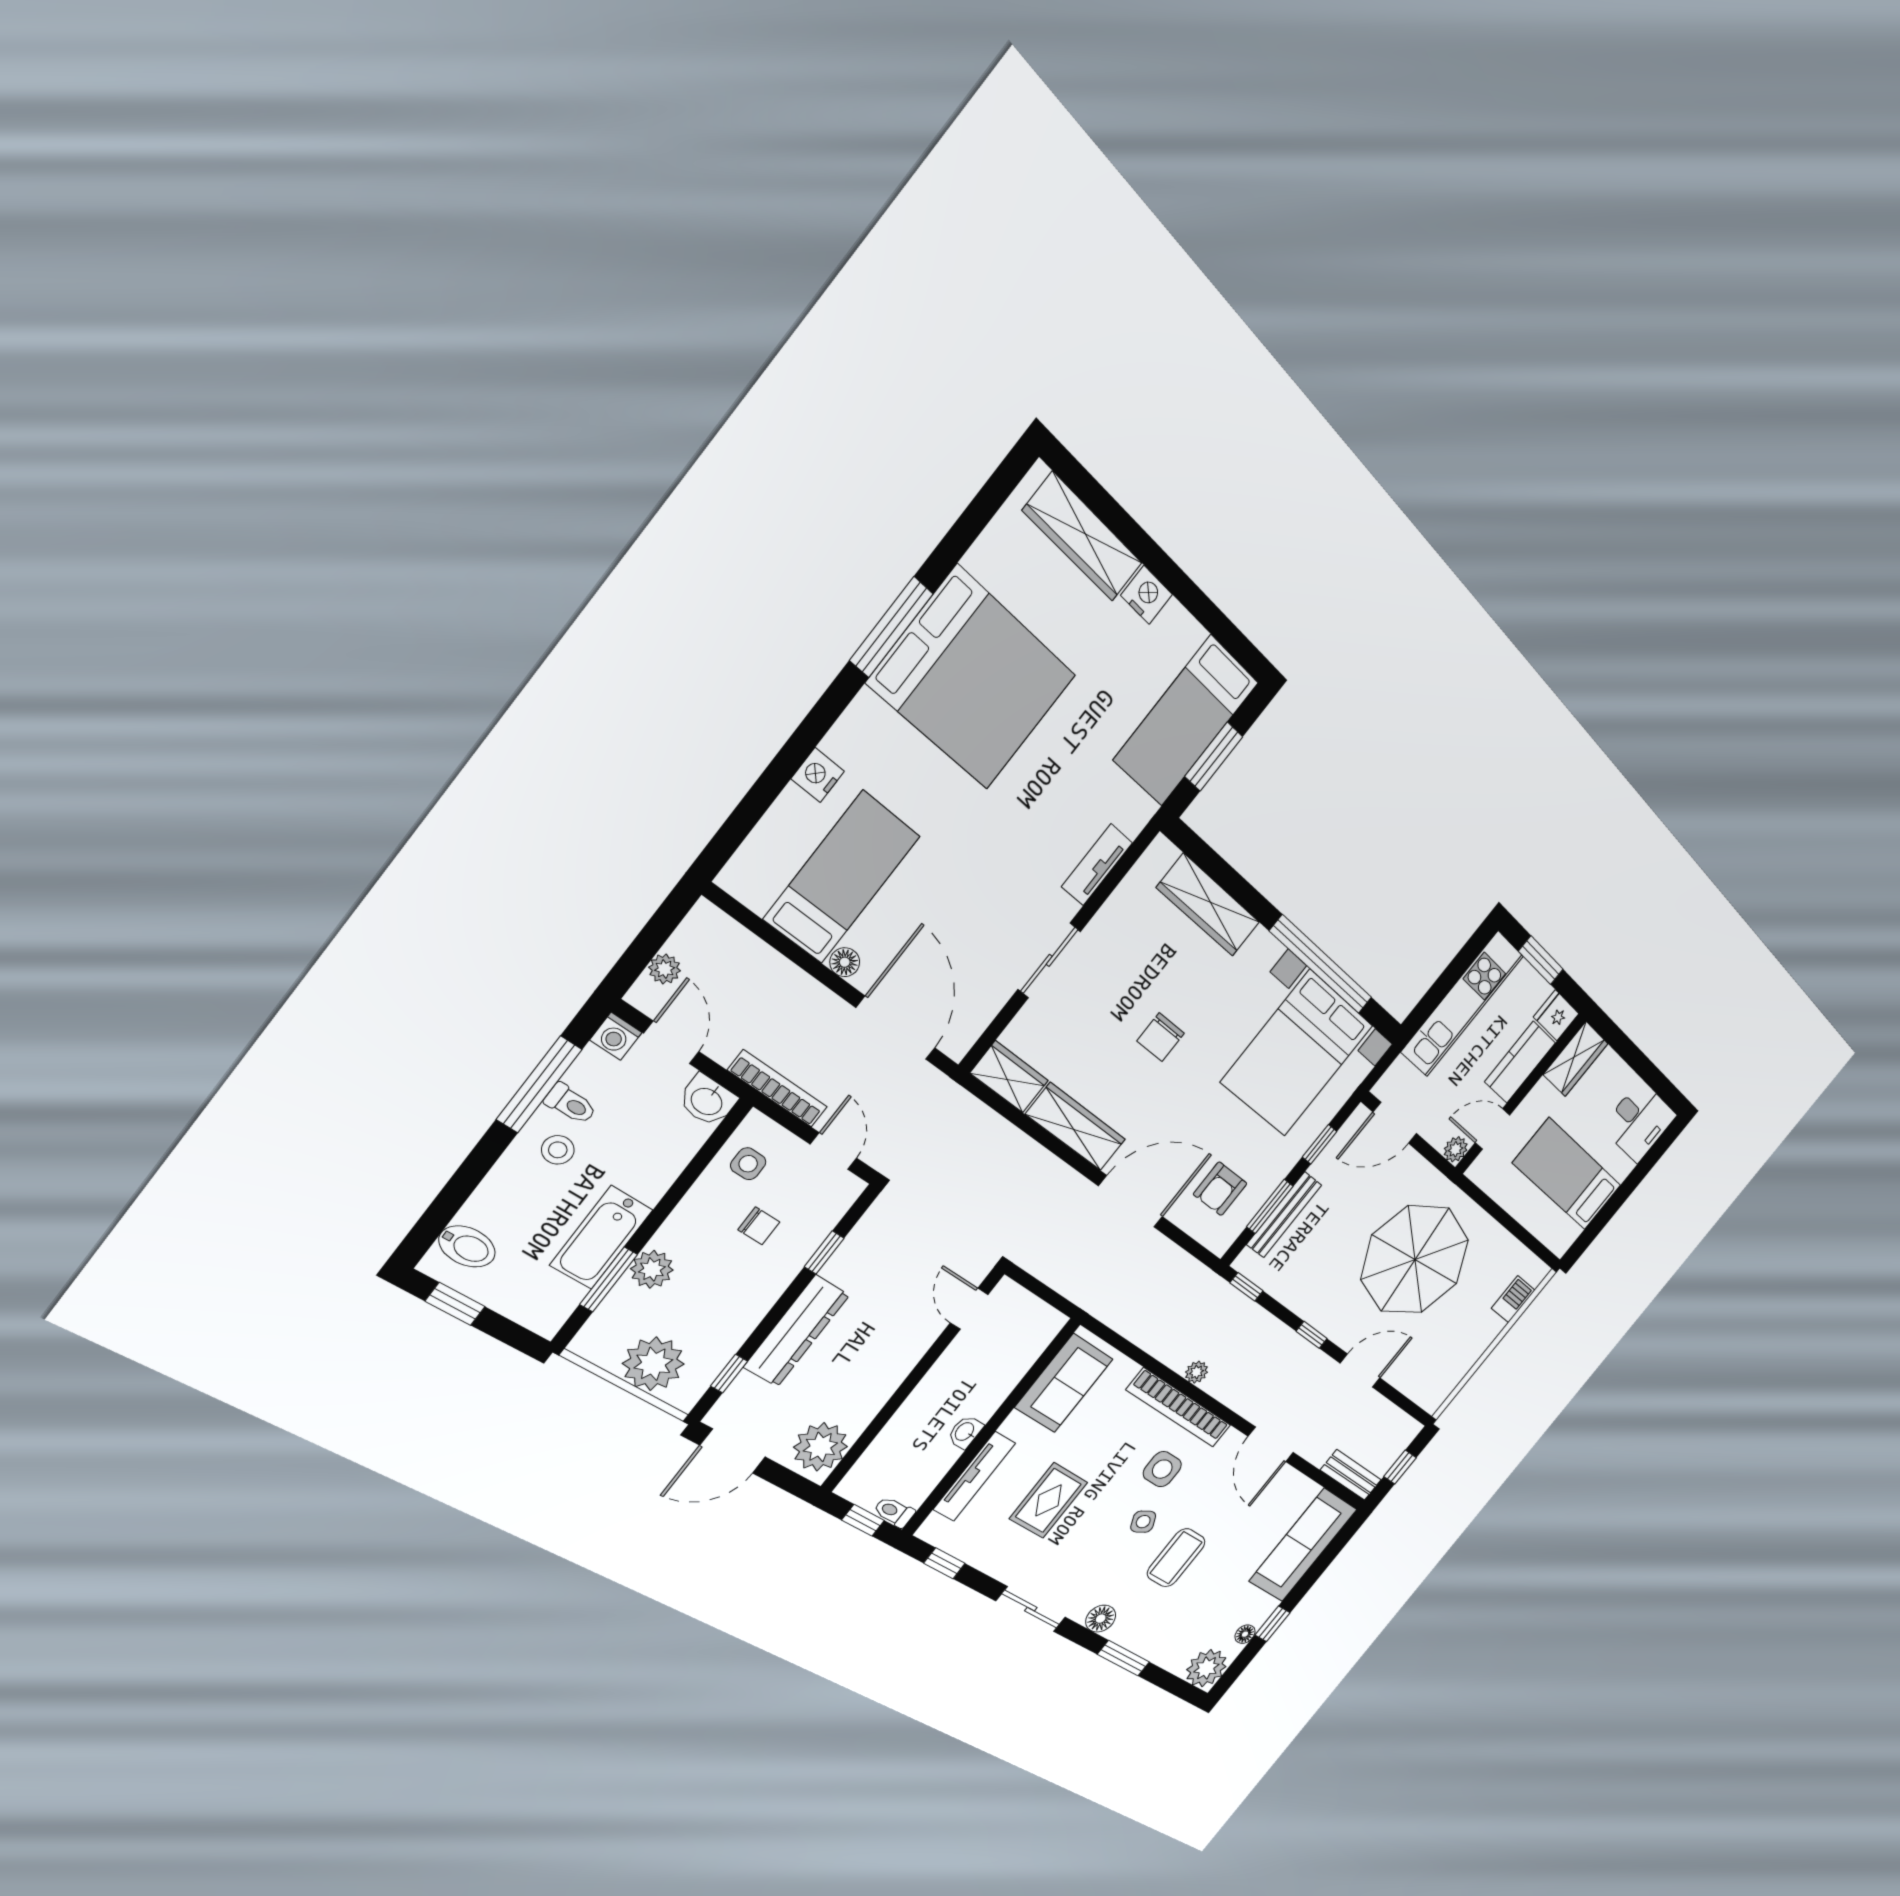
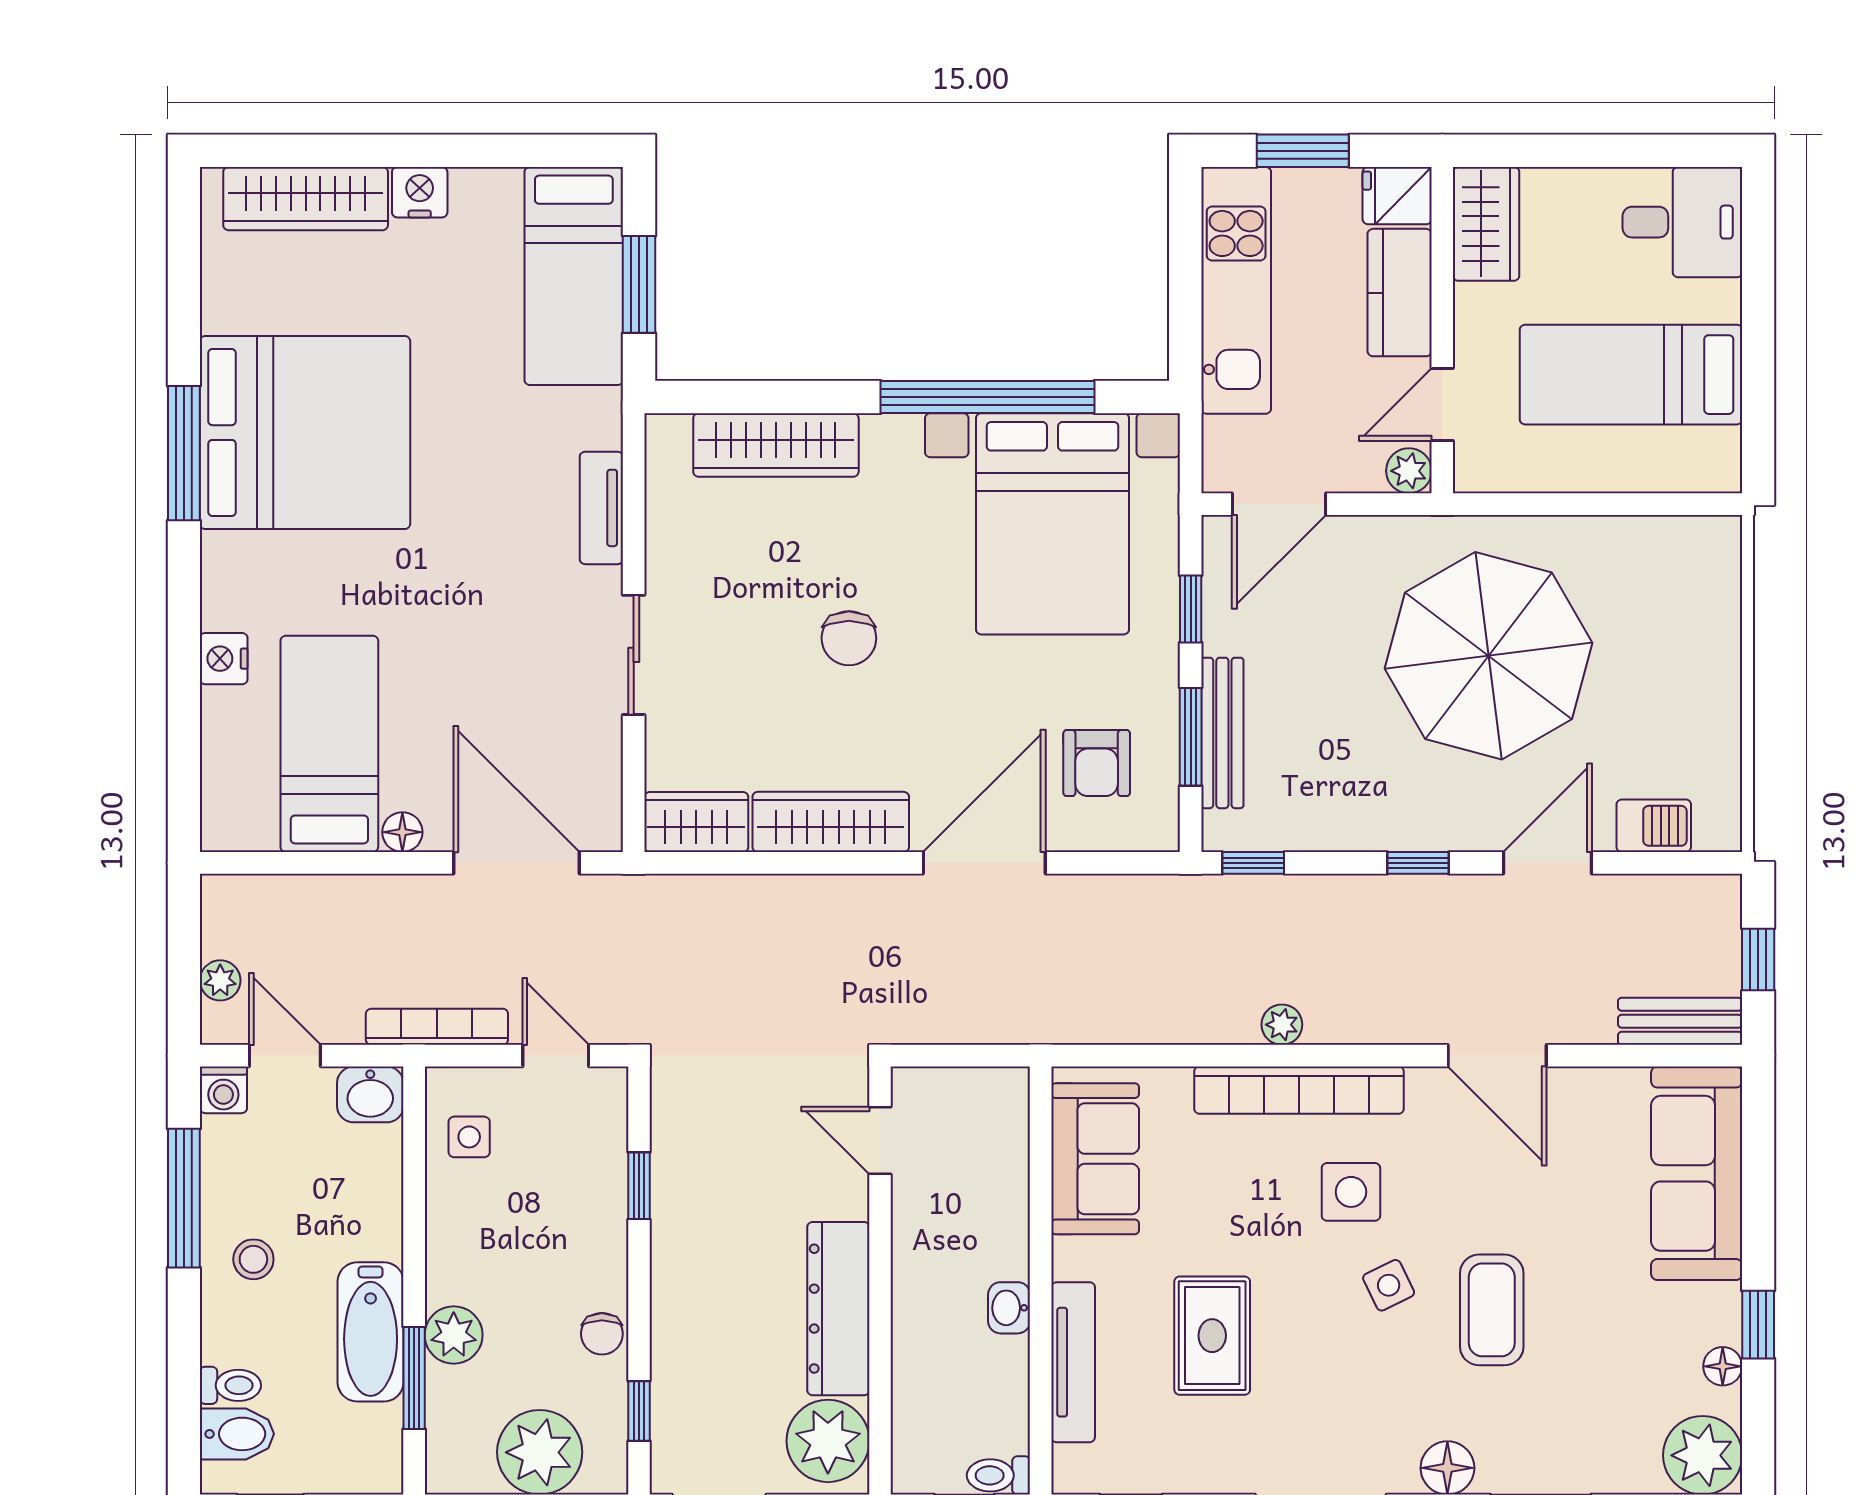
toilet: (571, 1104) -> (230, 1385), moved
chair: (759, 1226) -> (602, 1334), moved, turned 90
barbecue: (1513, 1299) -> (1654, 826), moved, turned 90
dresser: (796, 1331) -> (838, 1309), moved, turned 180

